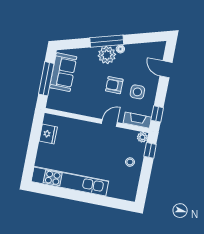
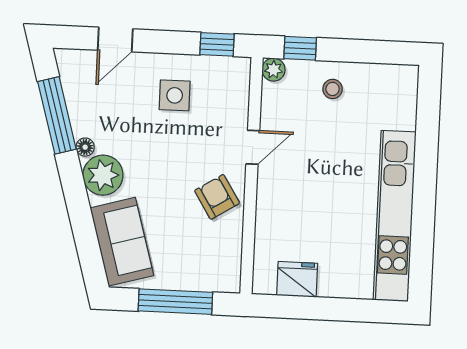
window: (107, 41) -> (57, 115), moved
sofa: (63, 72) -> (122, 242), moved, turned 74
armchair: (114, 85) -> (217, 197), moved, turned 148
fireplace: (137, 120) -> (237, 86), removed
door: (109, 123) -> (253, 147), swing flipped

